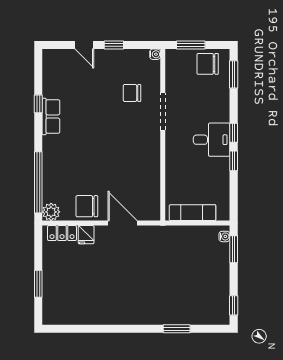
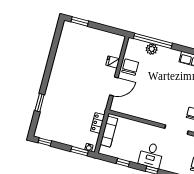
window: (234, 161) -> (123, 162), moved
plant: (51, 212) -> (152, 49), moved
locker: (62, 233) -> (98, 123), moved
window: (38, 284) -> (80, 21), moved

